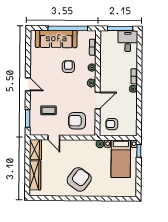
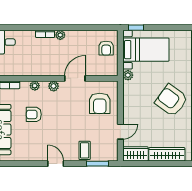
door: (28, 84) -> (56, 164), hinge flipped
door: (98, 100) -> (75, 78), hinge flipped
coffee table: (49, 110) -> (85, 150), moved
armchair: (112, 124) -> (106, 48), moved

